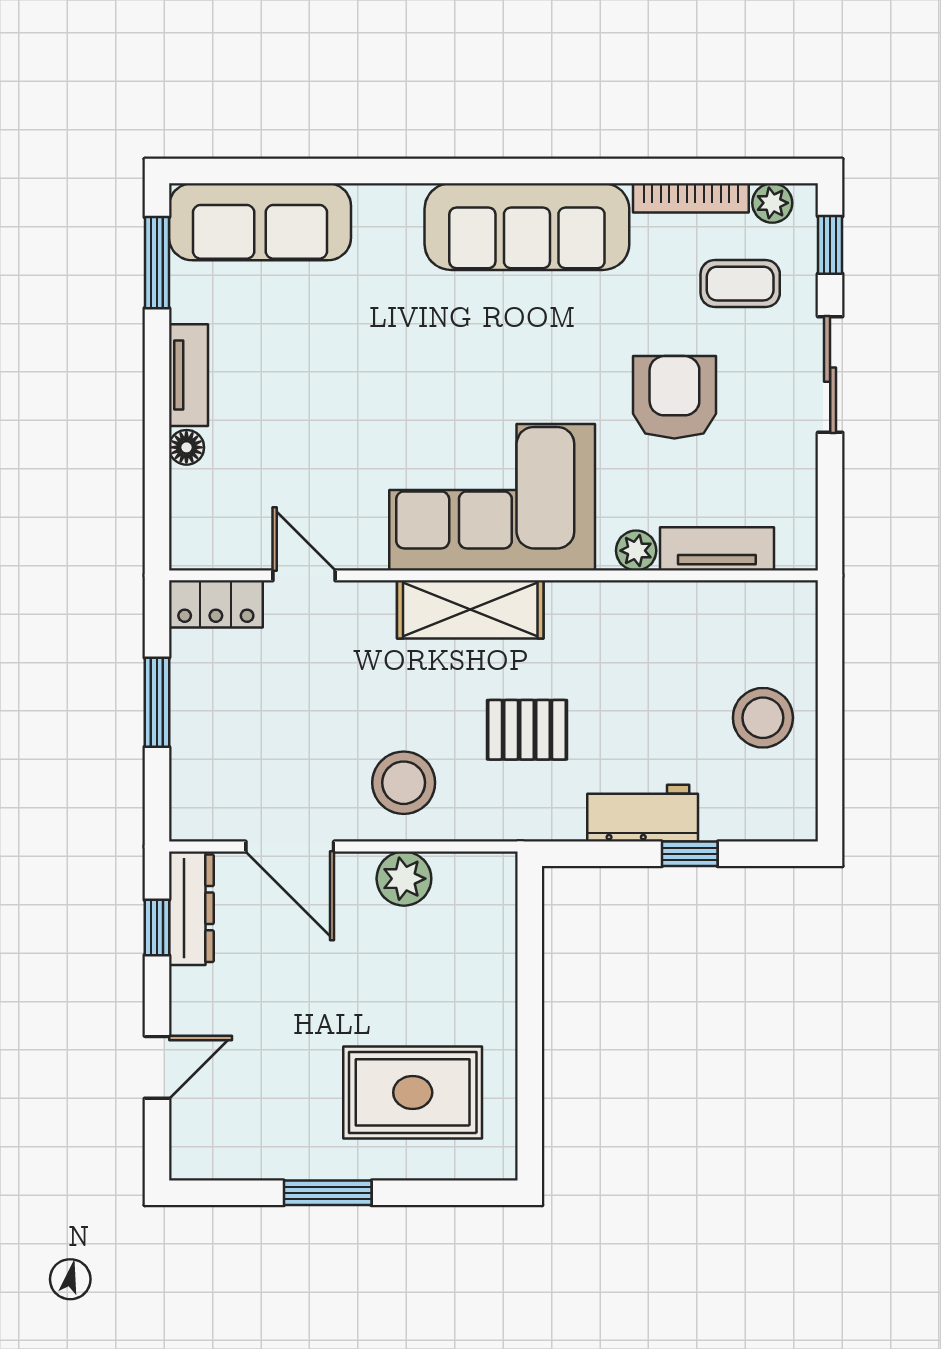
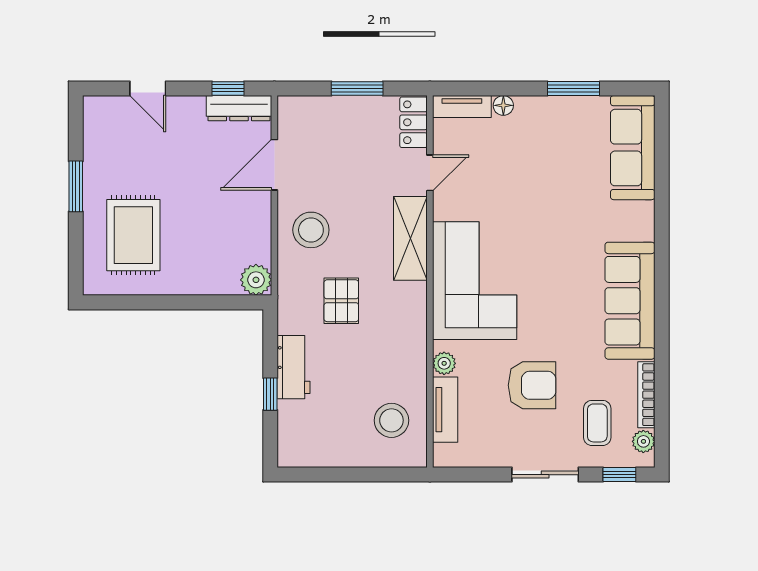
window: (157, 263) -> (574, 88), moved
tv unit: (188, 375) -> (462, 107), moved
shelving: (470, 609) -> (410, 238), moved
stool: (763, 718) -> (391, 420), moved
plant: (404, 879) -> (256, 280), moved

